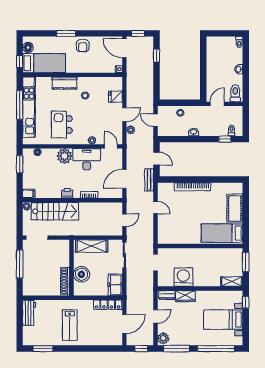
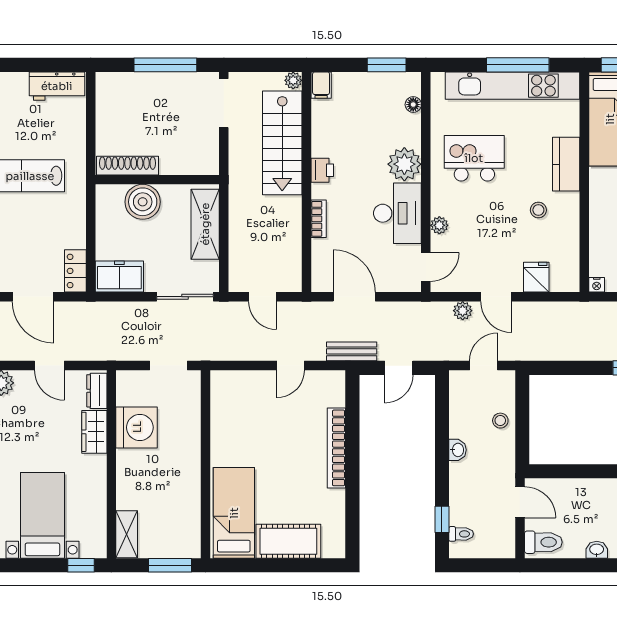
locker: (108, 305) -> (75, 271), width x0.66

